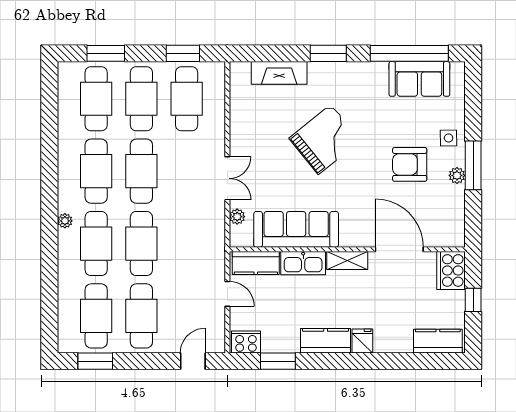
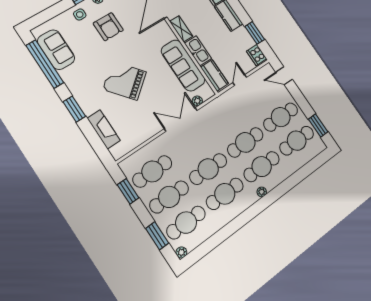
plant: (65, 69) -> (181, 252), added
double door: (227, 178) -> (181, 119), width x1.37

